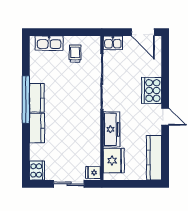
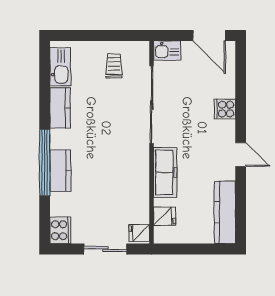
kitchen sink: (49, 43) -> (60, 67), moved, turned -90
cooker: (152, 91) -> (225, 109), width x0.53, depth x0.76
kitchen counter: (37, 98) -> (60, 108), moved
window: (26, 100) -> (45, 163), moved
fridge: (114, 161) -> (165, 216), width x0.53, depth x0.75

